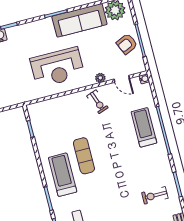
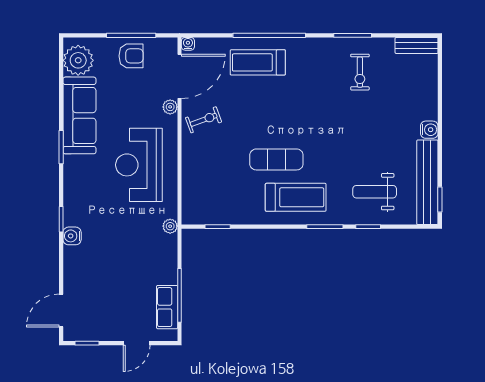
armchair: (127, 44) -> (131, 56), turned -66
reception desk: (57, 67) -> (139, 165), turned 180
door: (122, 79) -> (179, 76), width x1.87
plant: (23, 98) -> (170, 226), added
treadmill: (63, 175) -> (296, 197), turned 180

